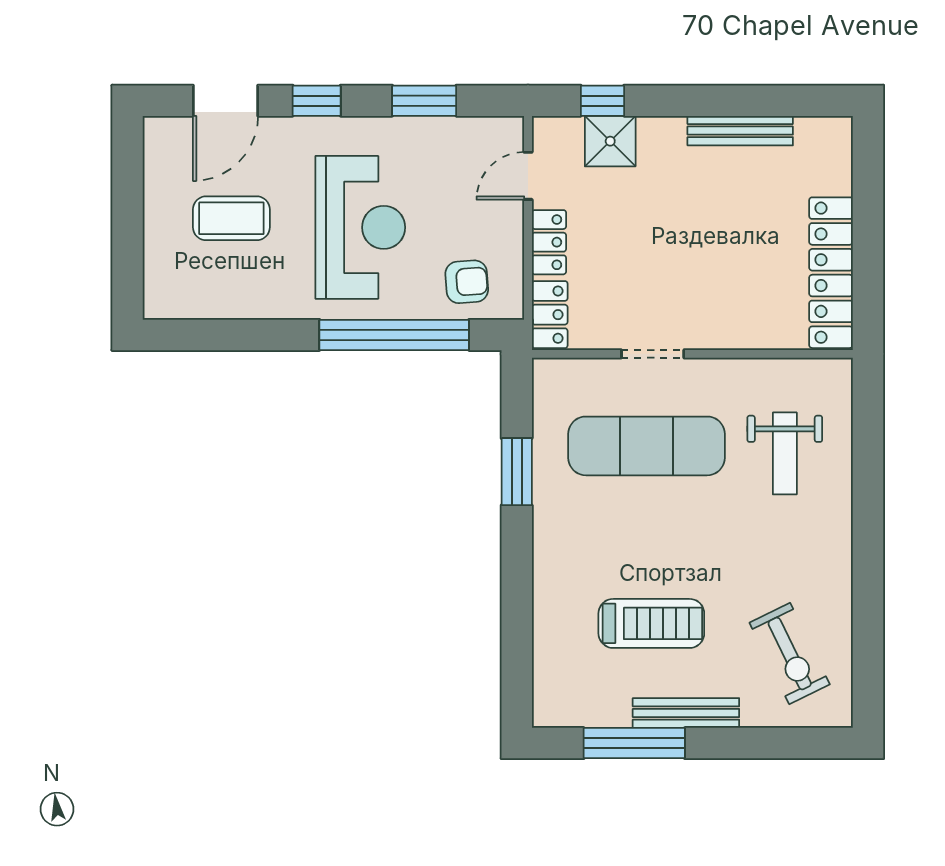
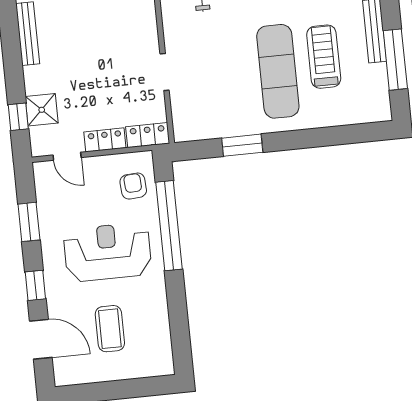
exercise mat: (647, 446) -> (278, 71), moved

